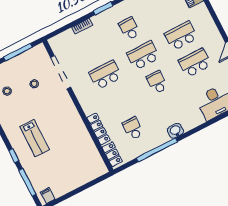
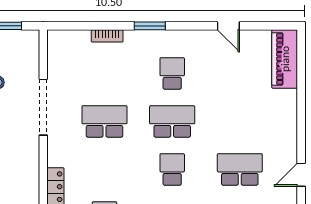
school desk: (181, 36) -> (240, 121), removed
doorway: (61, 72) -> (43, 107), moved

